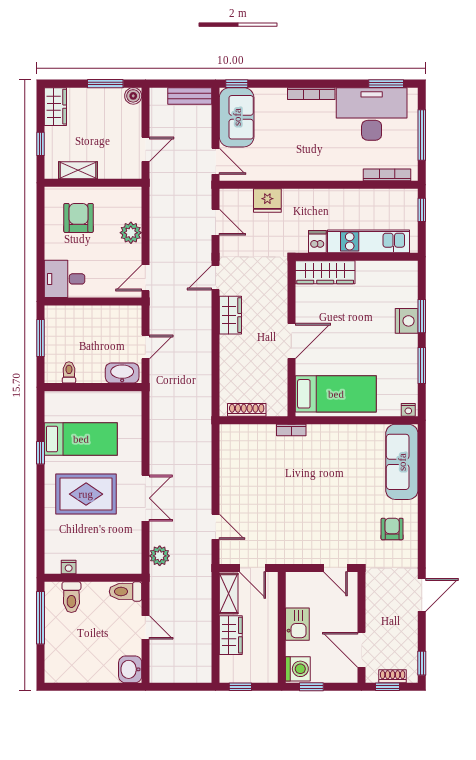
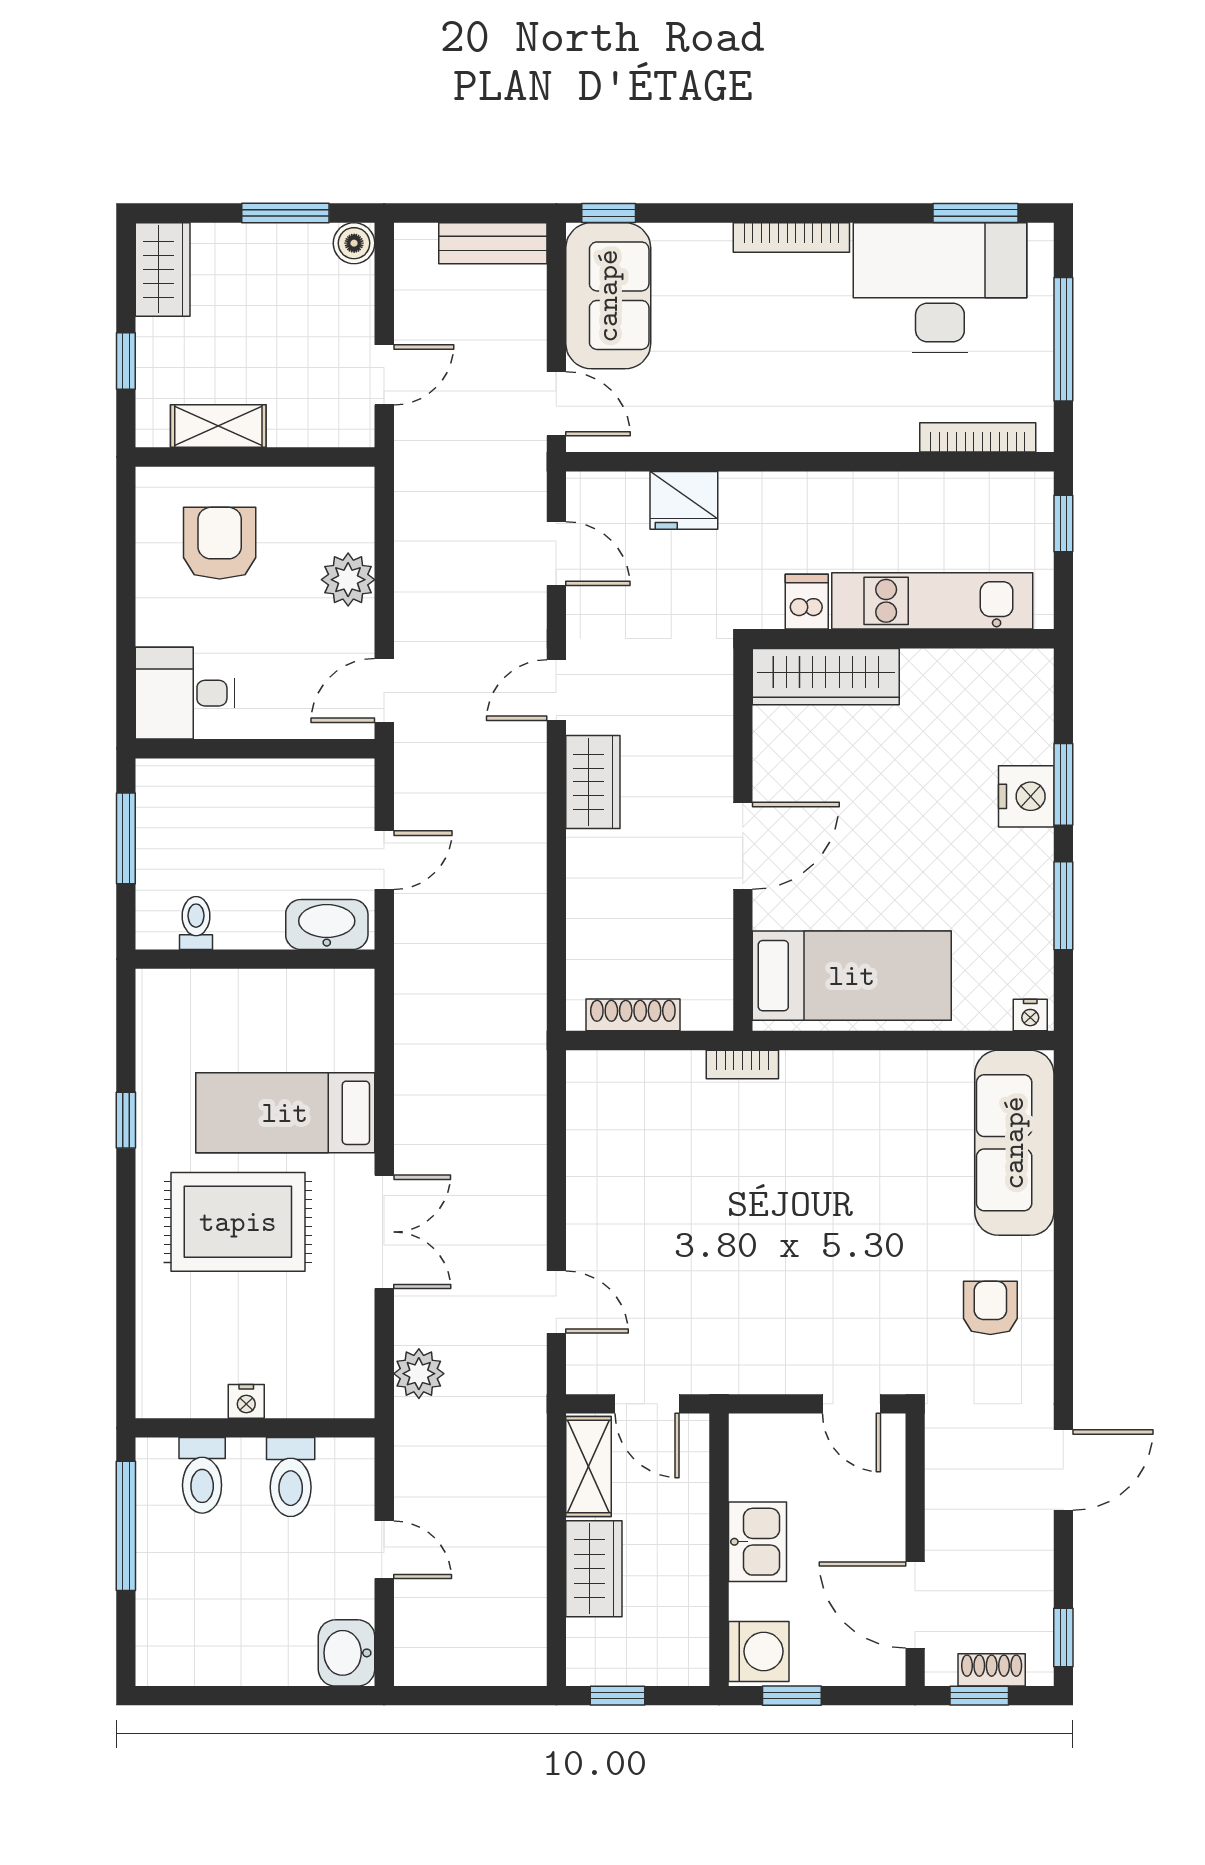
bed: (81, 439) -> (285, 1113), moved, turned 180
nightstand: (69, 567) -> (246, 1401), moved
toilet: (125, 592) -> (291, 1477), moved, turned -90

